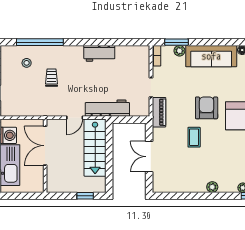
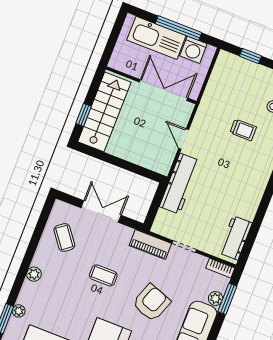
workbench: (99, 53) -> (235, 238), moved
armchair: (207, 108) -> (151, 303), moved, turned -70
stairs: (95, 148) -> (104, 112), moved, turned 90
coffee table: (178, 175) -> (64, 237), added

